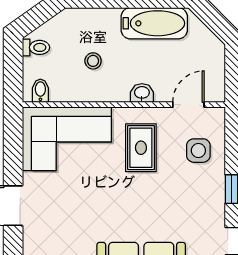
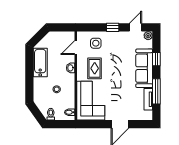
door: (188, 105) -> (76, 48), hinge flipped
rug: (141, 148) -> (95, 68), turned 90

